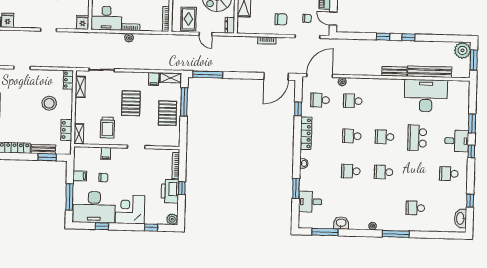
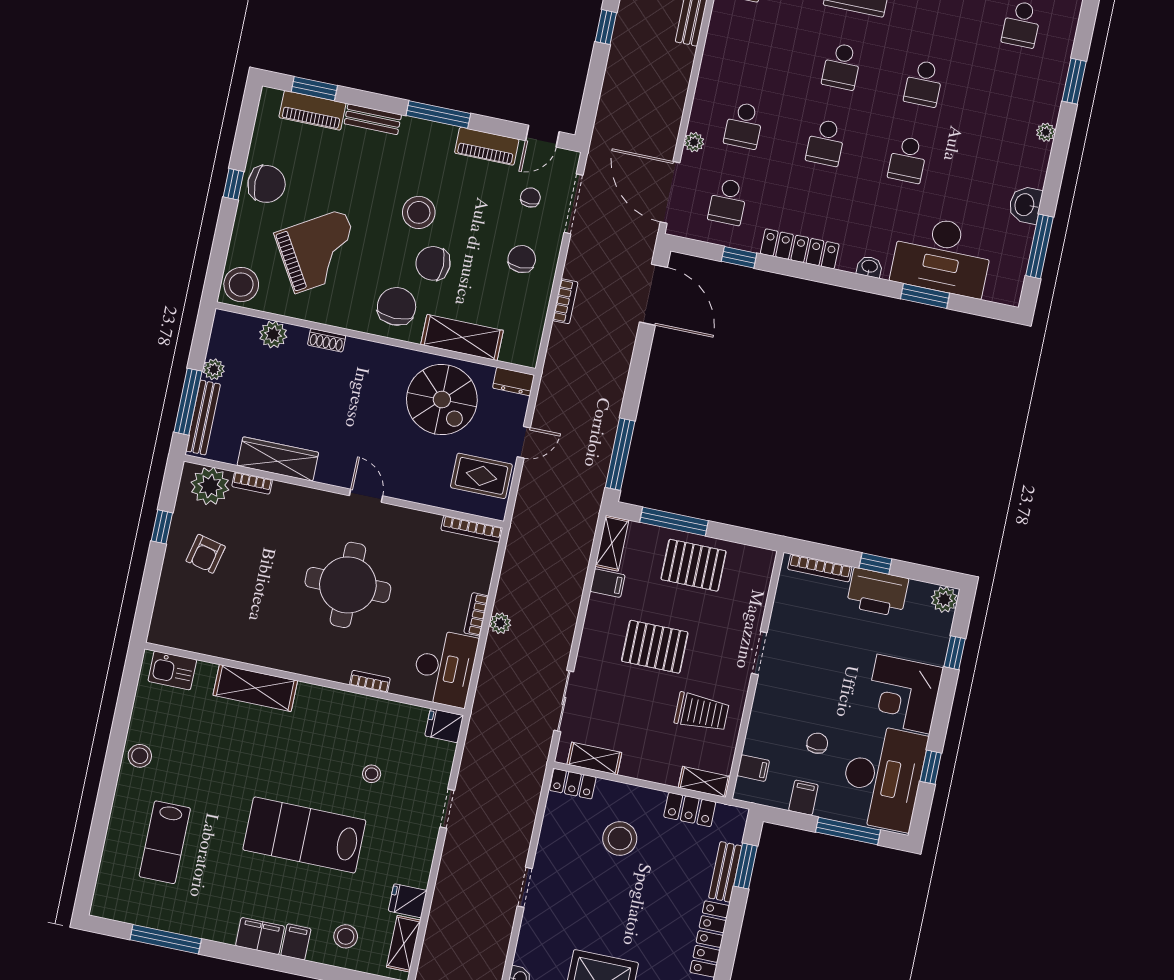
filing cabinet: (106, 153) -> (753, 768), moved
desk: (310, 202) -> (942, 256), width x1.87, depth x1.30
window: (396, 234) -> (1074, 81), width x0.69

